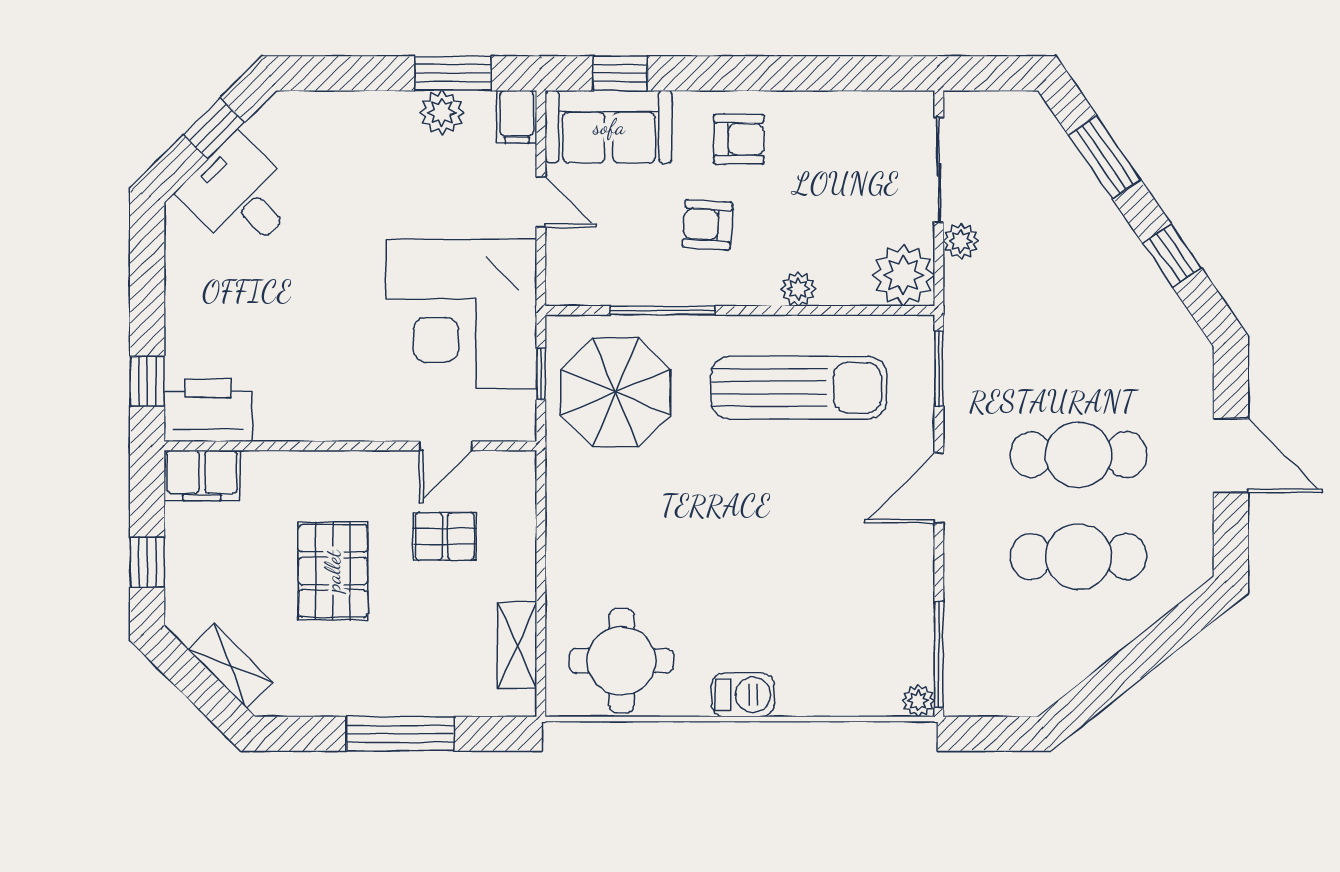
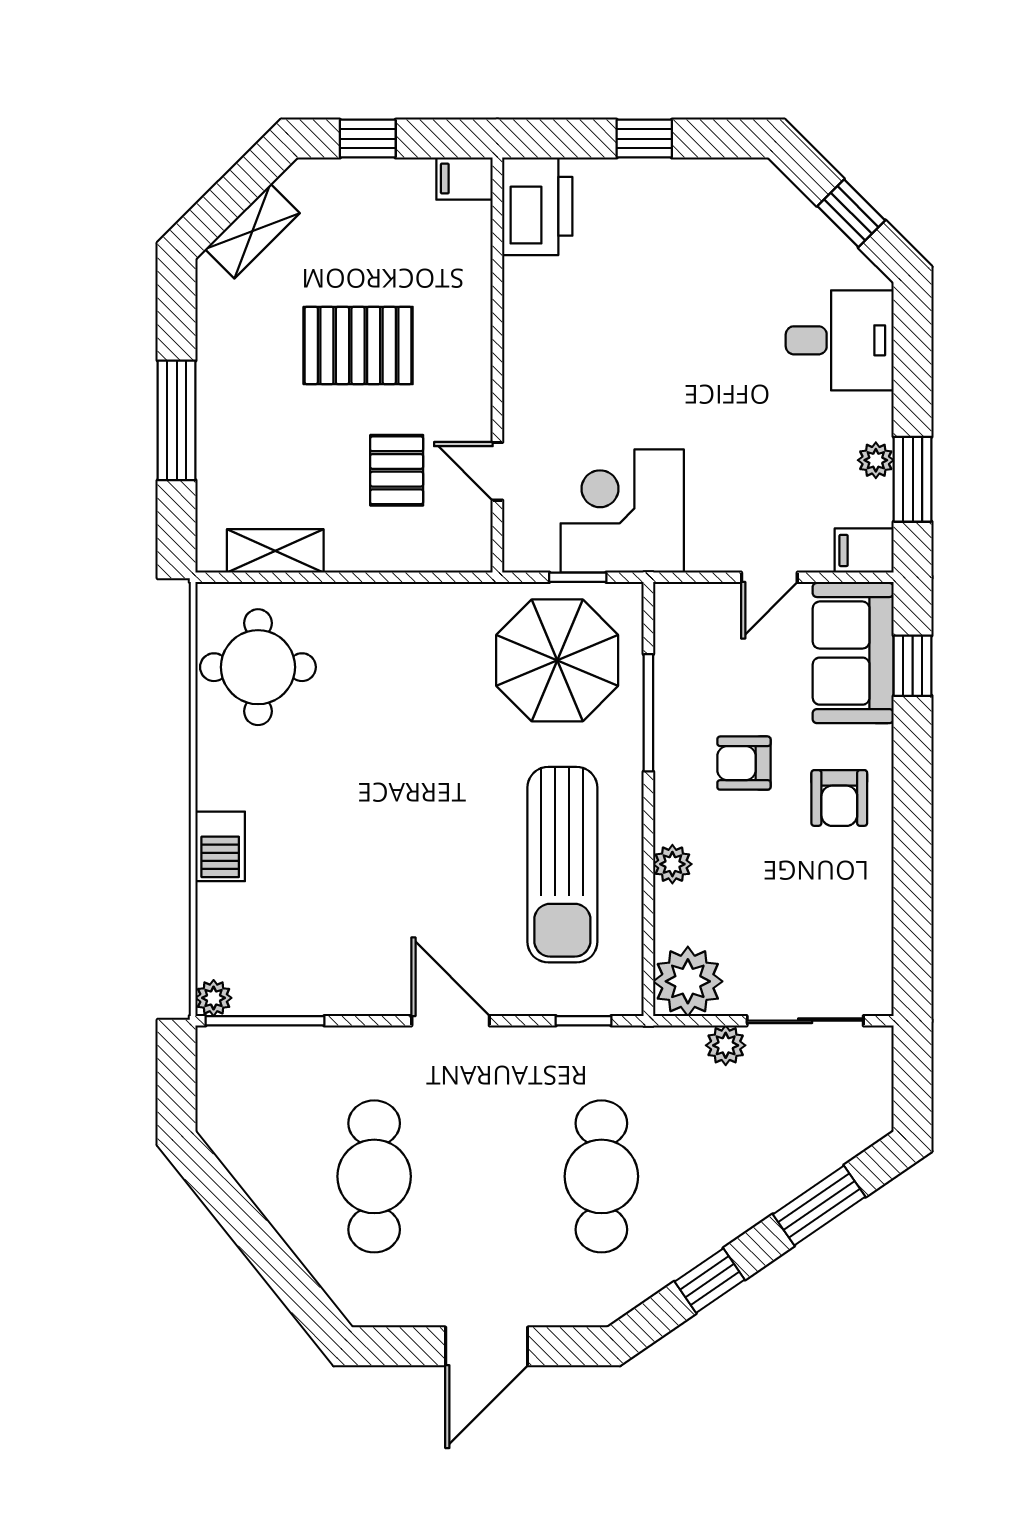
plant: (442, 112) -> (876, 460), width x0.73, depth x0.73
desk: (240, 195) -> (840, 340), moved, turned 45
armchair: (708, 225) -> (744, 763), turned -94
corner desk: (461, 314) -> (622, 511), width x0.74, depth x0.74
window: (939, 369) -> (583, 1021), width x0.67
window: (147, 381) -> (644, 139), moved
cafe table: (1078, 455) -> (601, 1176), moved
filing cabinet: (202, 475) -> (465, 179), width x0.50
barbecue: (743, 695) -> (220, 846), moved

